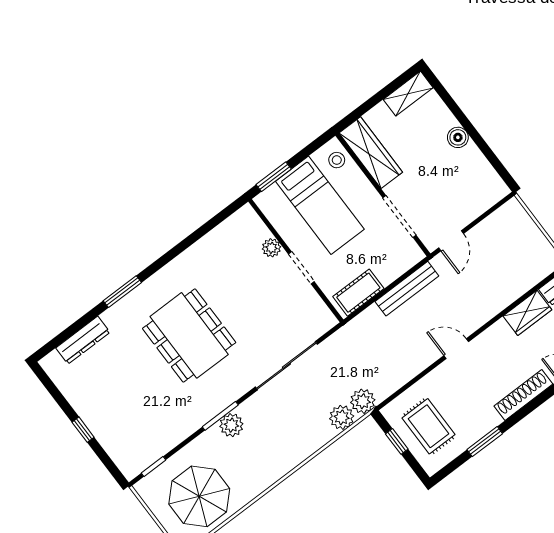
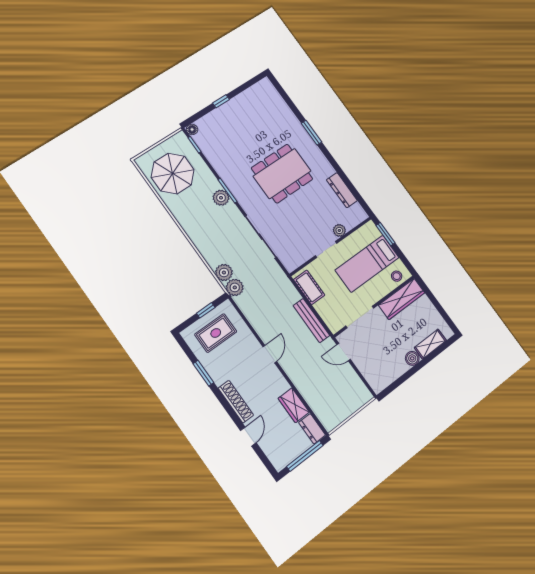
shelving: (408, 94) -> (430, 344), moved, turned 90
dresser: (83, 340) -> (342, 190), moved
floor lamp: (130, 471) -> (192, 129), added

